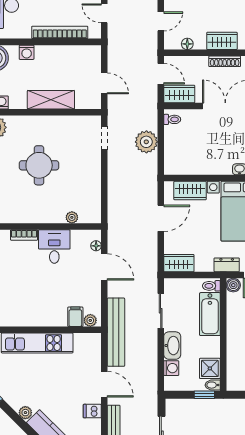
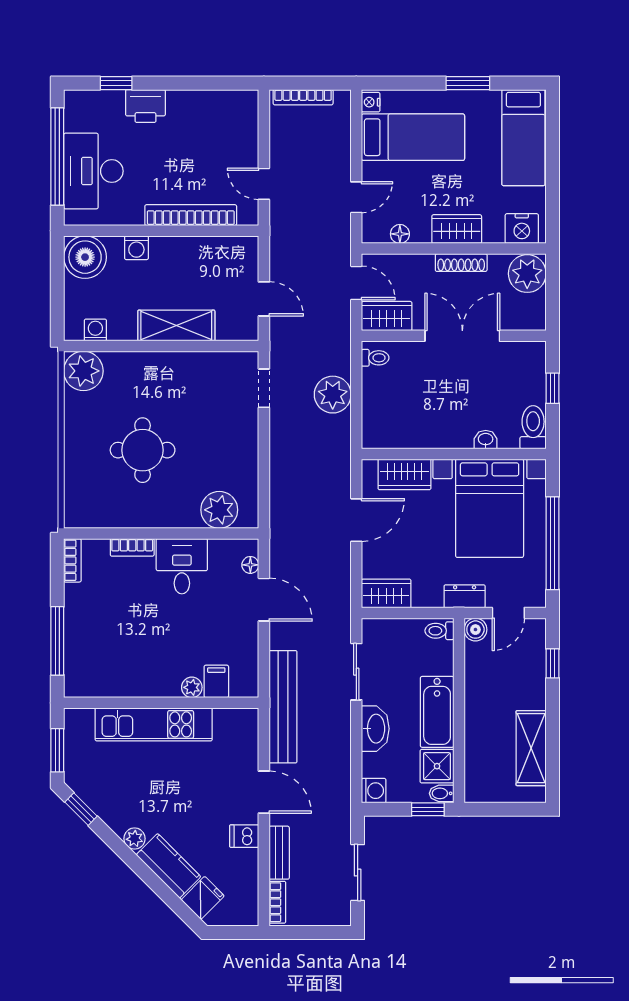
round table: (39, 165) -> (143, 450), moved
plant: (72, 217) -> (219, 510), width x1.87, depth x1.87
bathtub: (210, 314) -> (437, 712), moved
plant: (90, 320) -> (192, 687), moved
washing machine: (171, 368) -> (374, 791), moved

